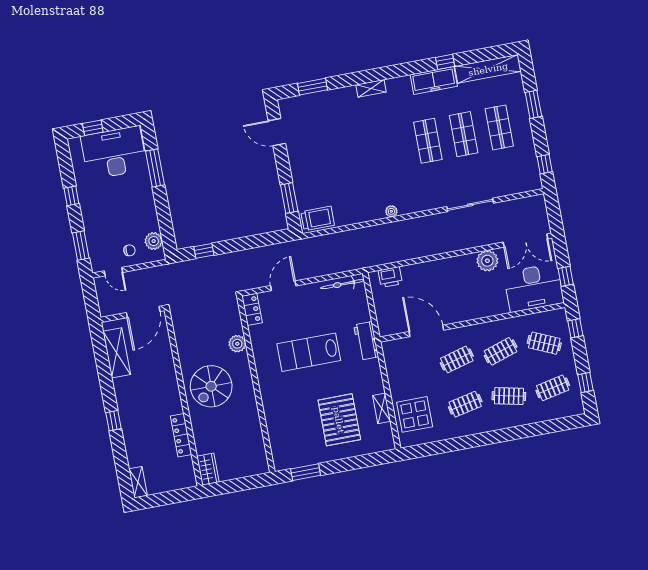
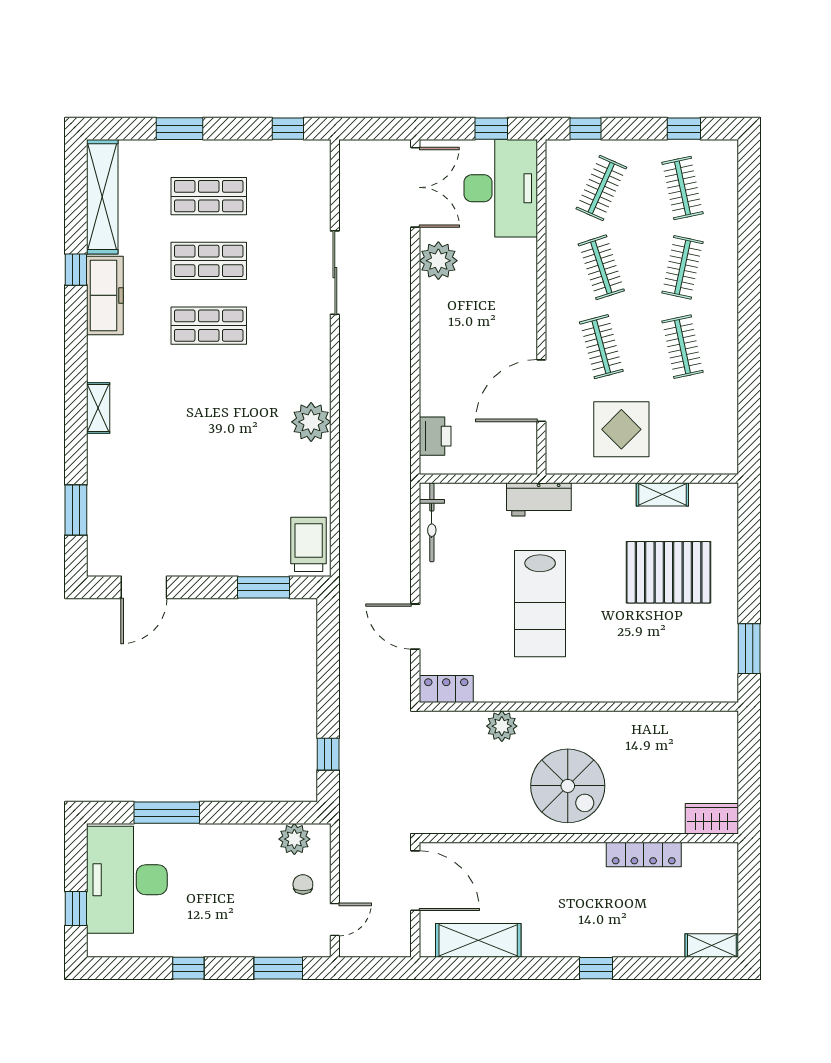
plant: (391, 211) -> (311, 422), width x1.88, depth x1.88
display table: (415, 414) -> (621, 429), moved

